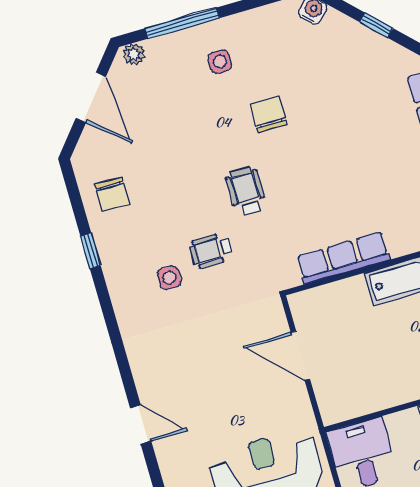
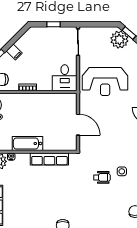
wheelchair: (246, 191) -> (81, 197), removed

